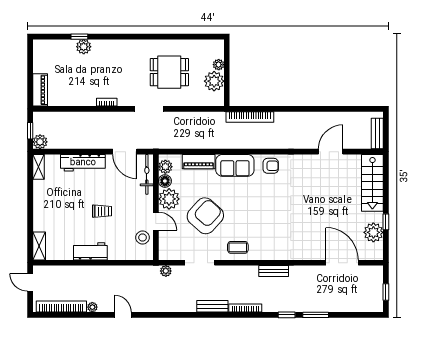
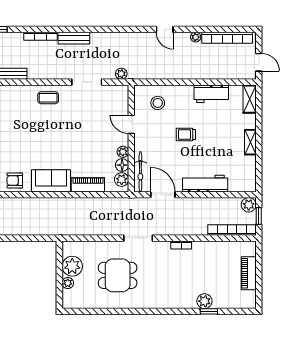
piano: (40, 90) -> (249, 273), moved
bookcase: (250, 117) -> (232, 230), moved
shelving: (38, 167) -> (250, 142), moved
plant: (169, 199) -> (123, 152), width x0.53, depth x0.53
armchair: (205, 216) -> (81, 130), removed
stool: (143, 238) -> (158, 103), moved
workbench: (90, 251) -> (211, 94), moved

